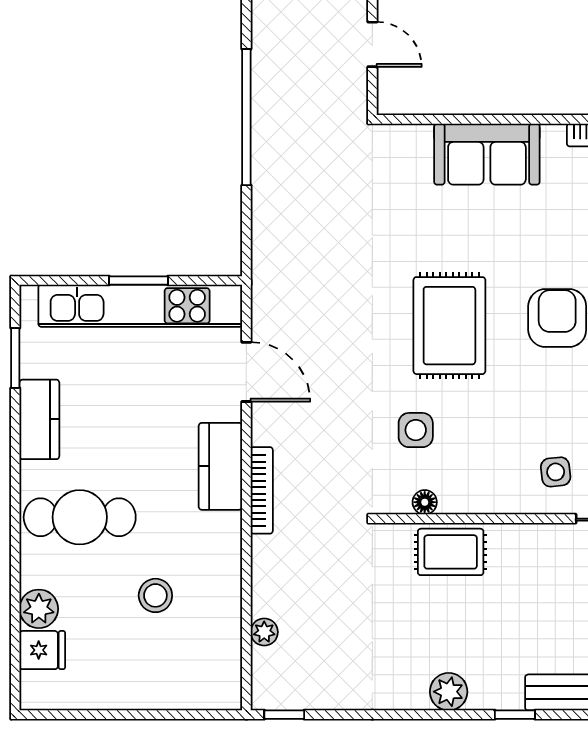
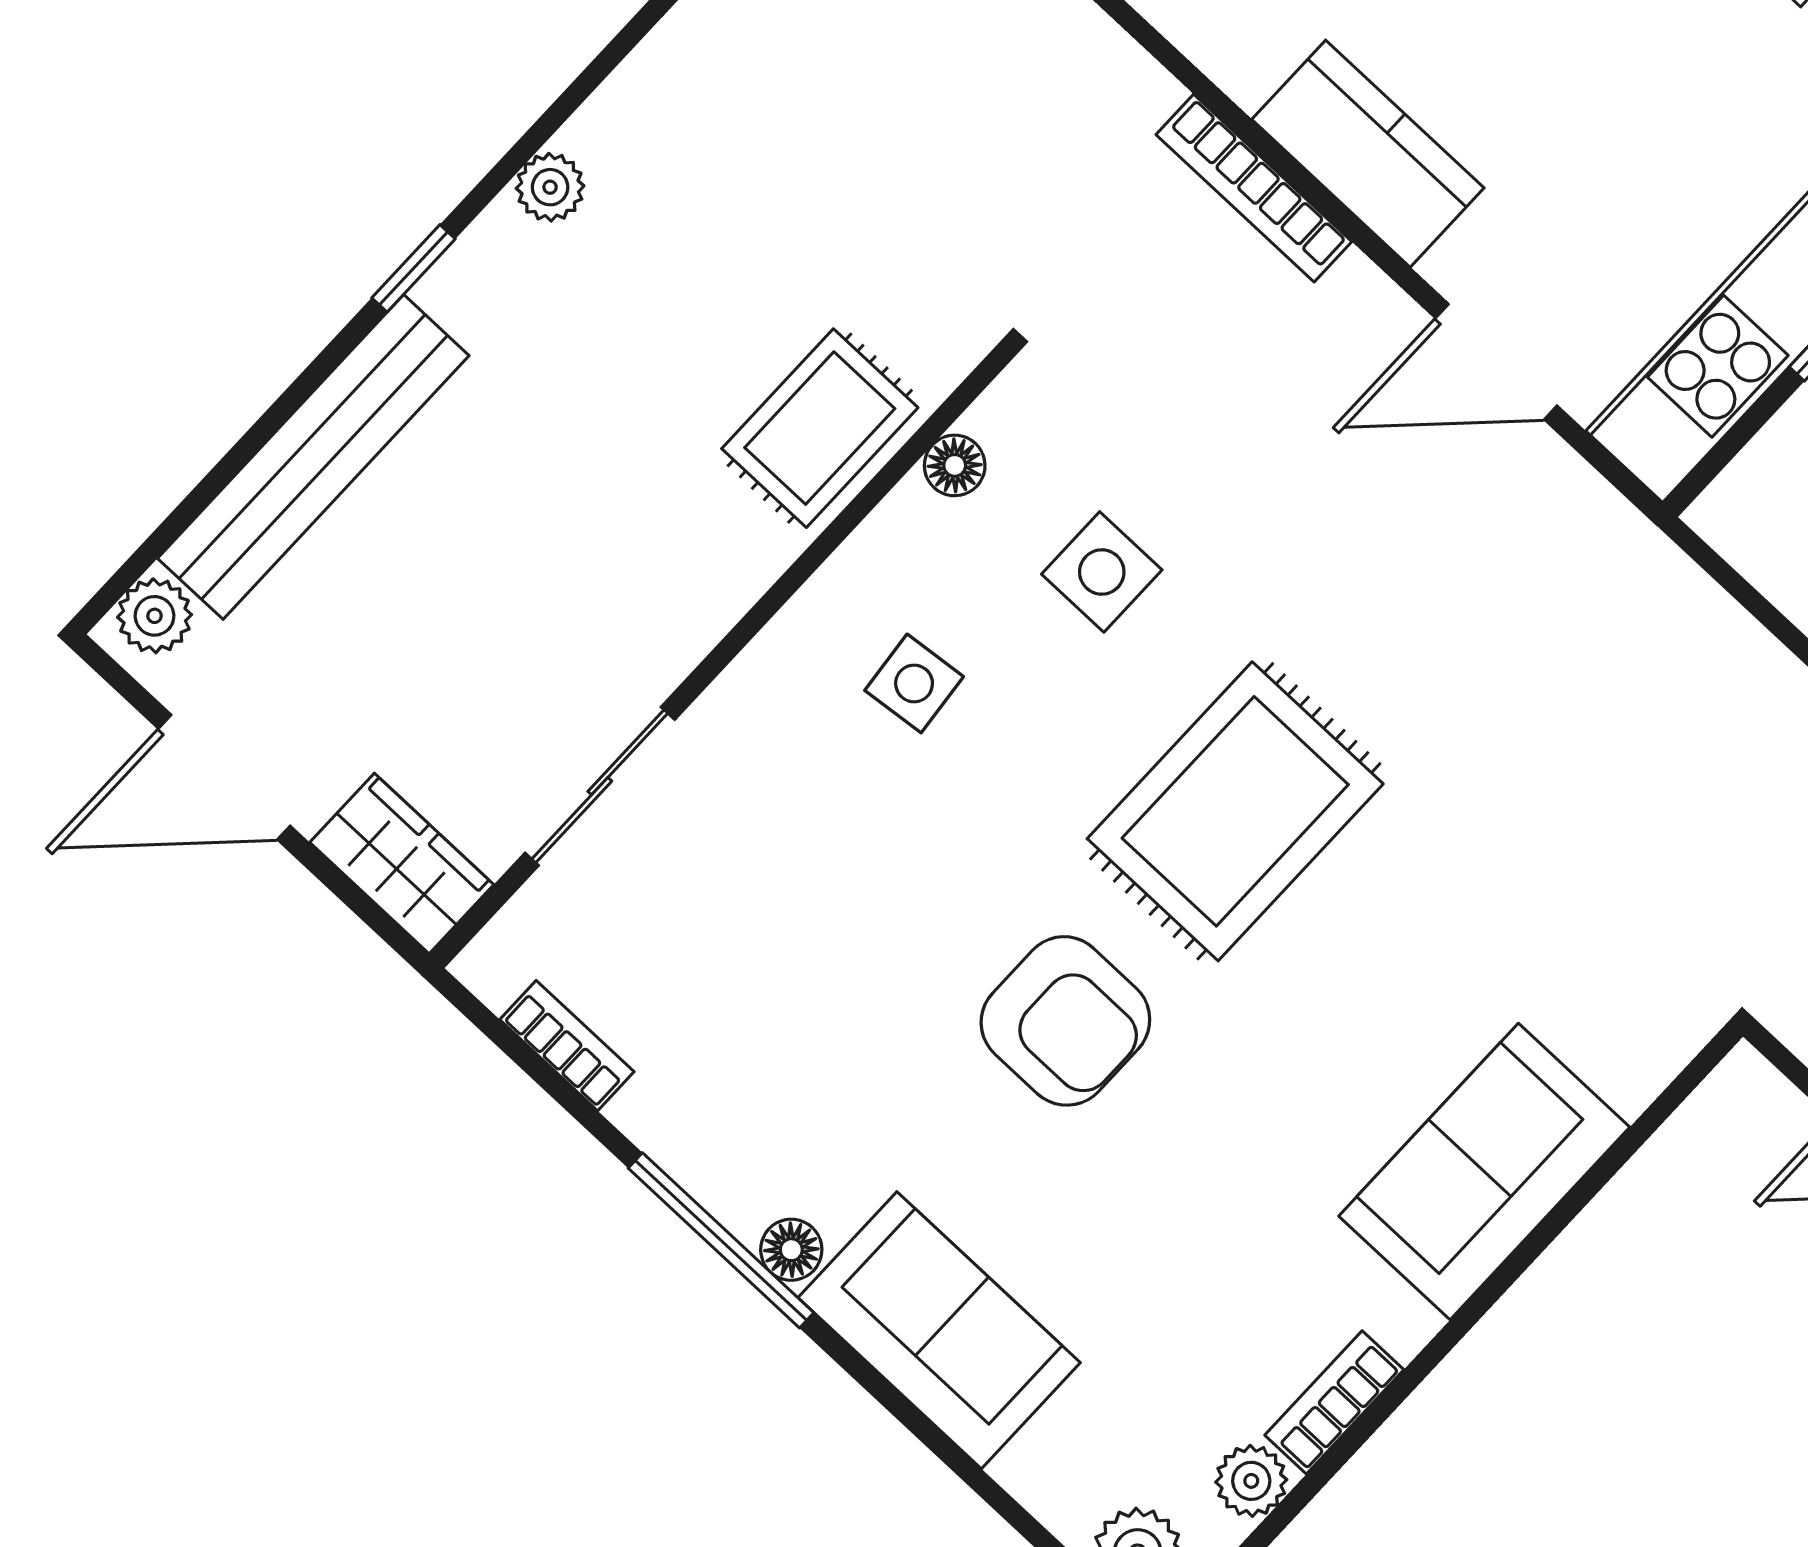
rug: (449, 326) -> (1235, 811), turned 90
side table: (556, 472) -> (914, 683), moved
plant: (449, 692) -> (550, 187), width x0.73, depth x0.73

